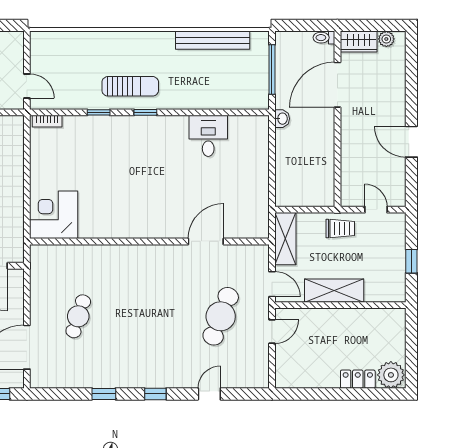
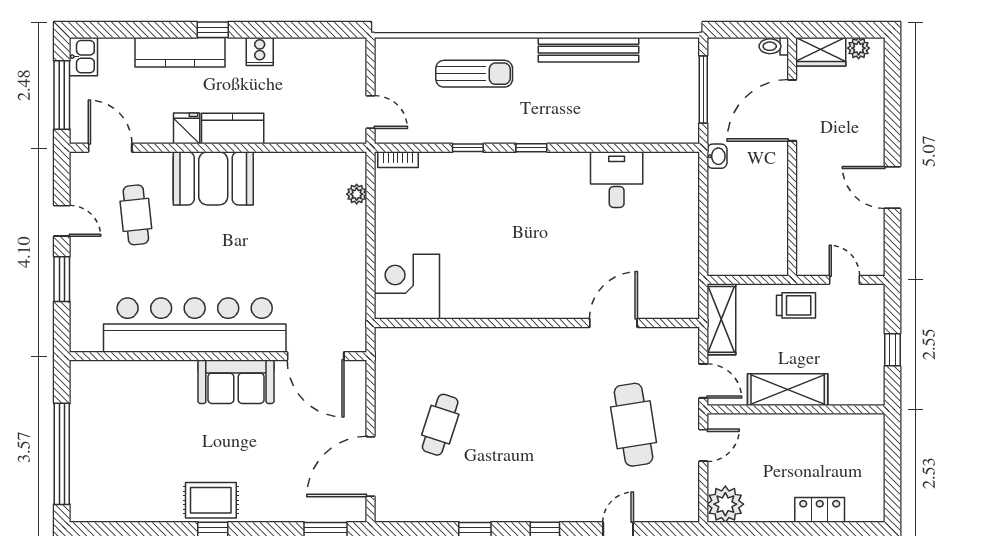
bench: (213, 40) -> (588, 50), moved
sun lounger: (130, 86) -> (474, 74), moved
plant: (17, 146) -> (357, 194), added
cafe table: (221, 316) -> (634, 425), turned -30
plant: (391, 375) -> (725, 504), moved

